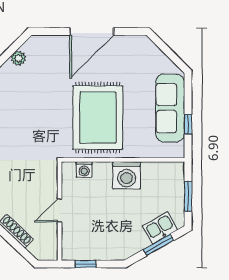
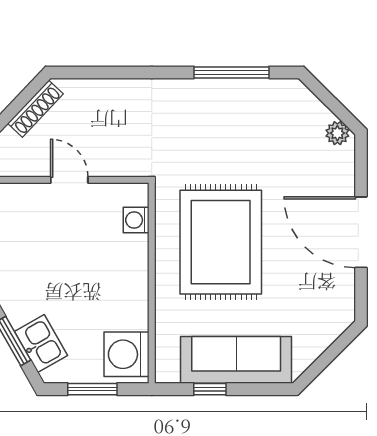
plant: (18, 58) -> (337, 133), moved
rug: (98, 118) -> (221, 242), turned 90
washing machine: (127, 175) -> (126, 354), moved

